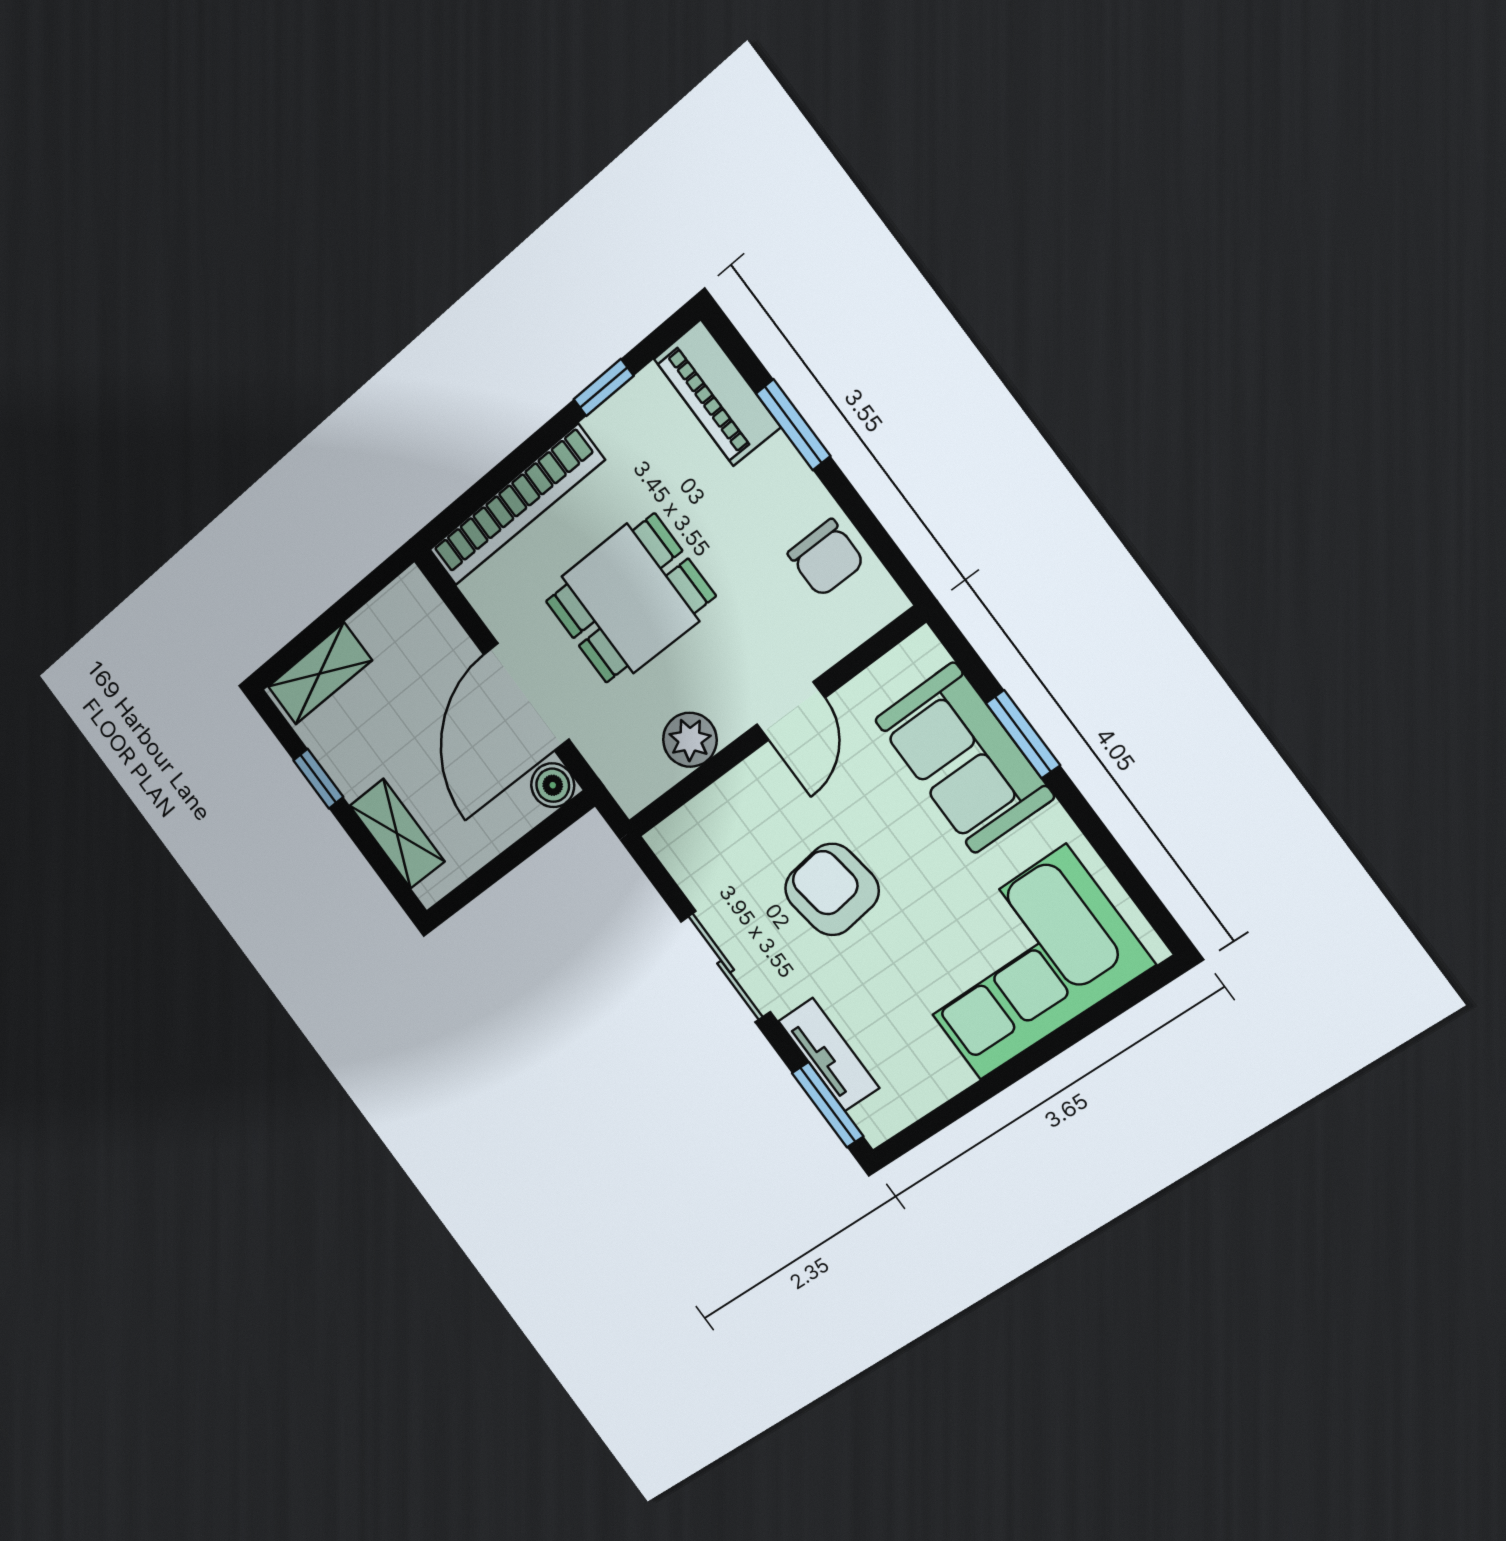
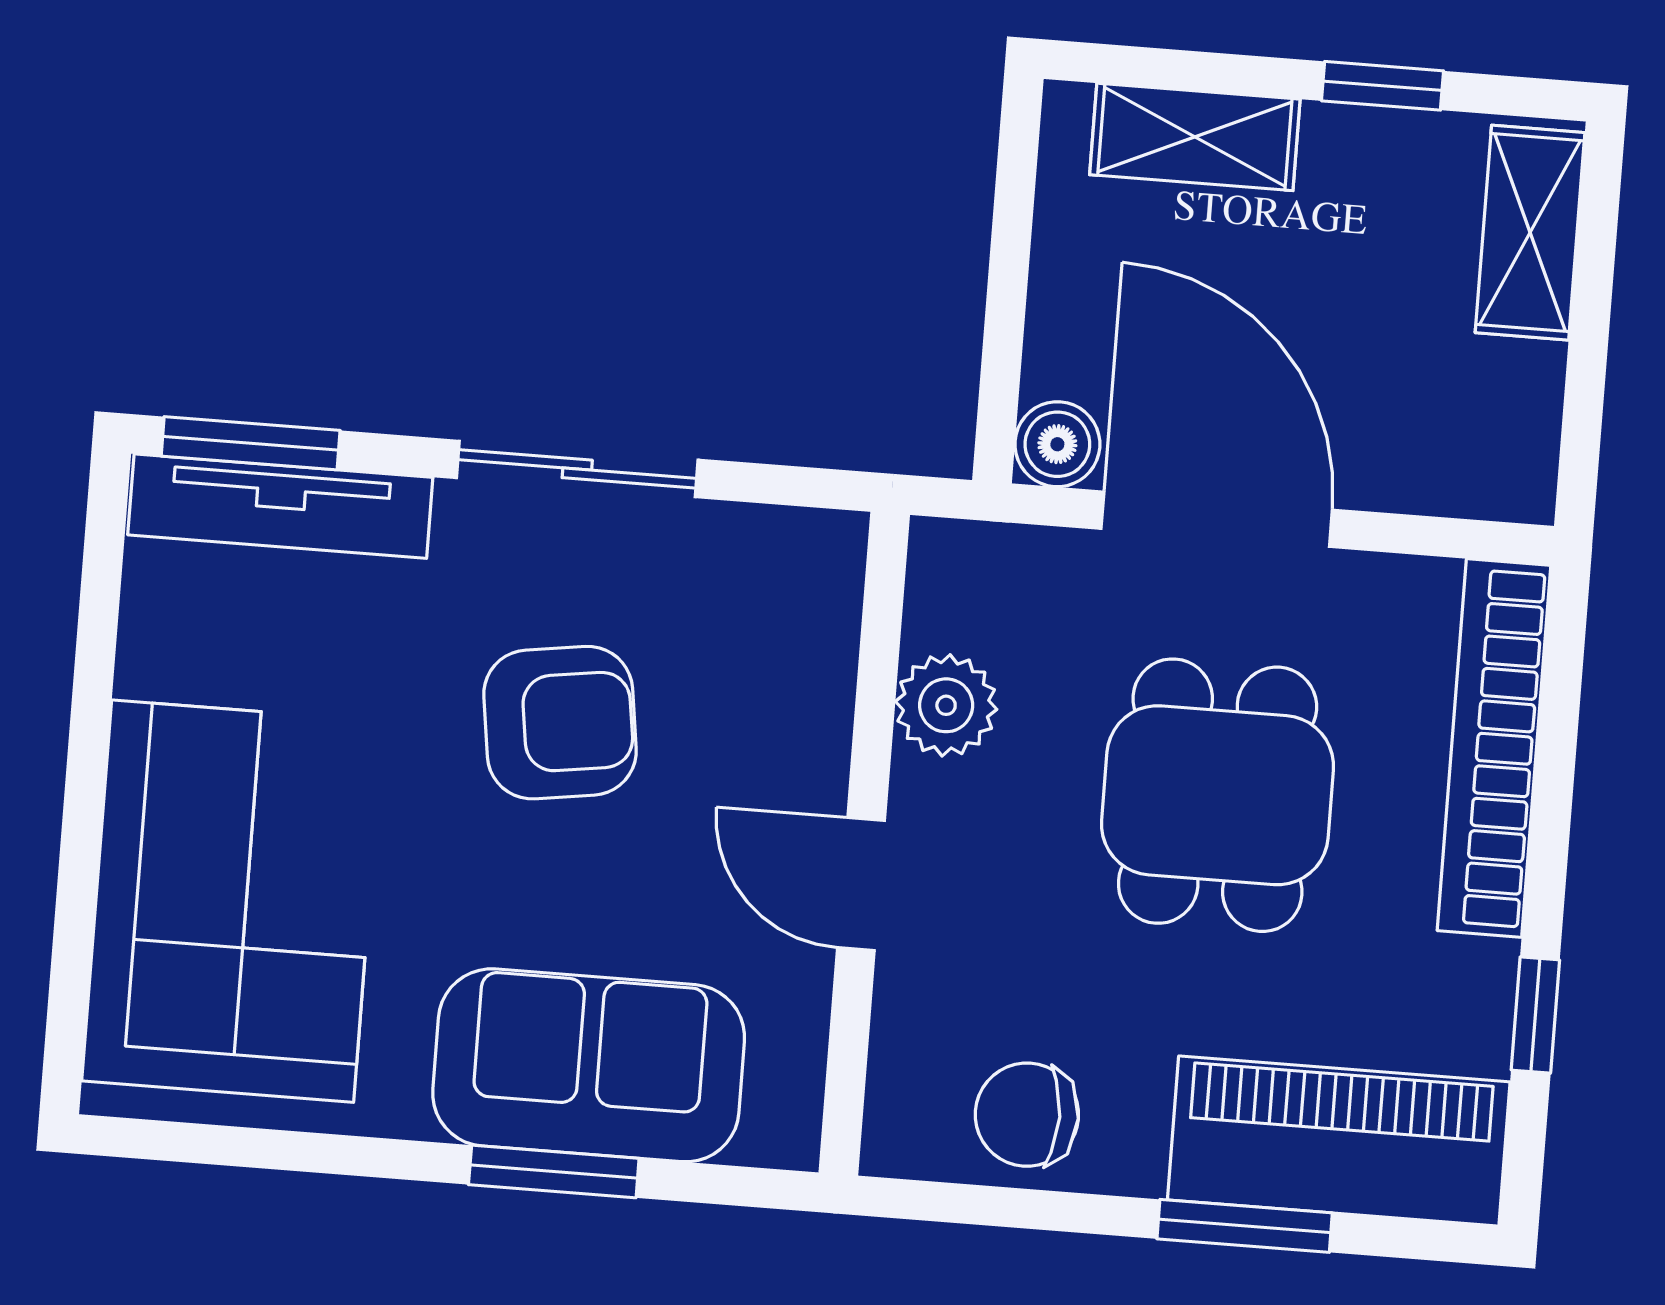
piano: (717, 393) -> (1339, 1141), width x1.37, depth x1.33
tv unit: (829, 1055) -> (280, 506), width x1.41

